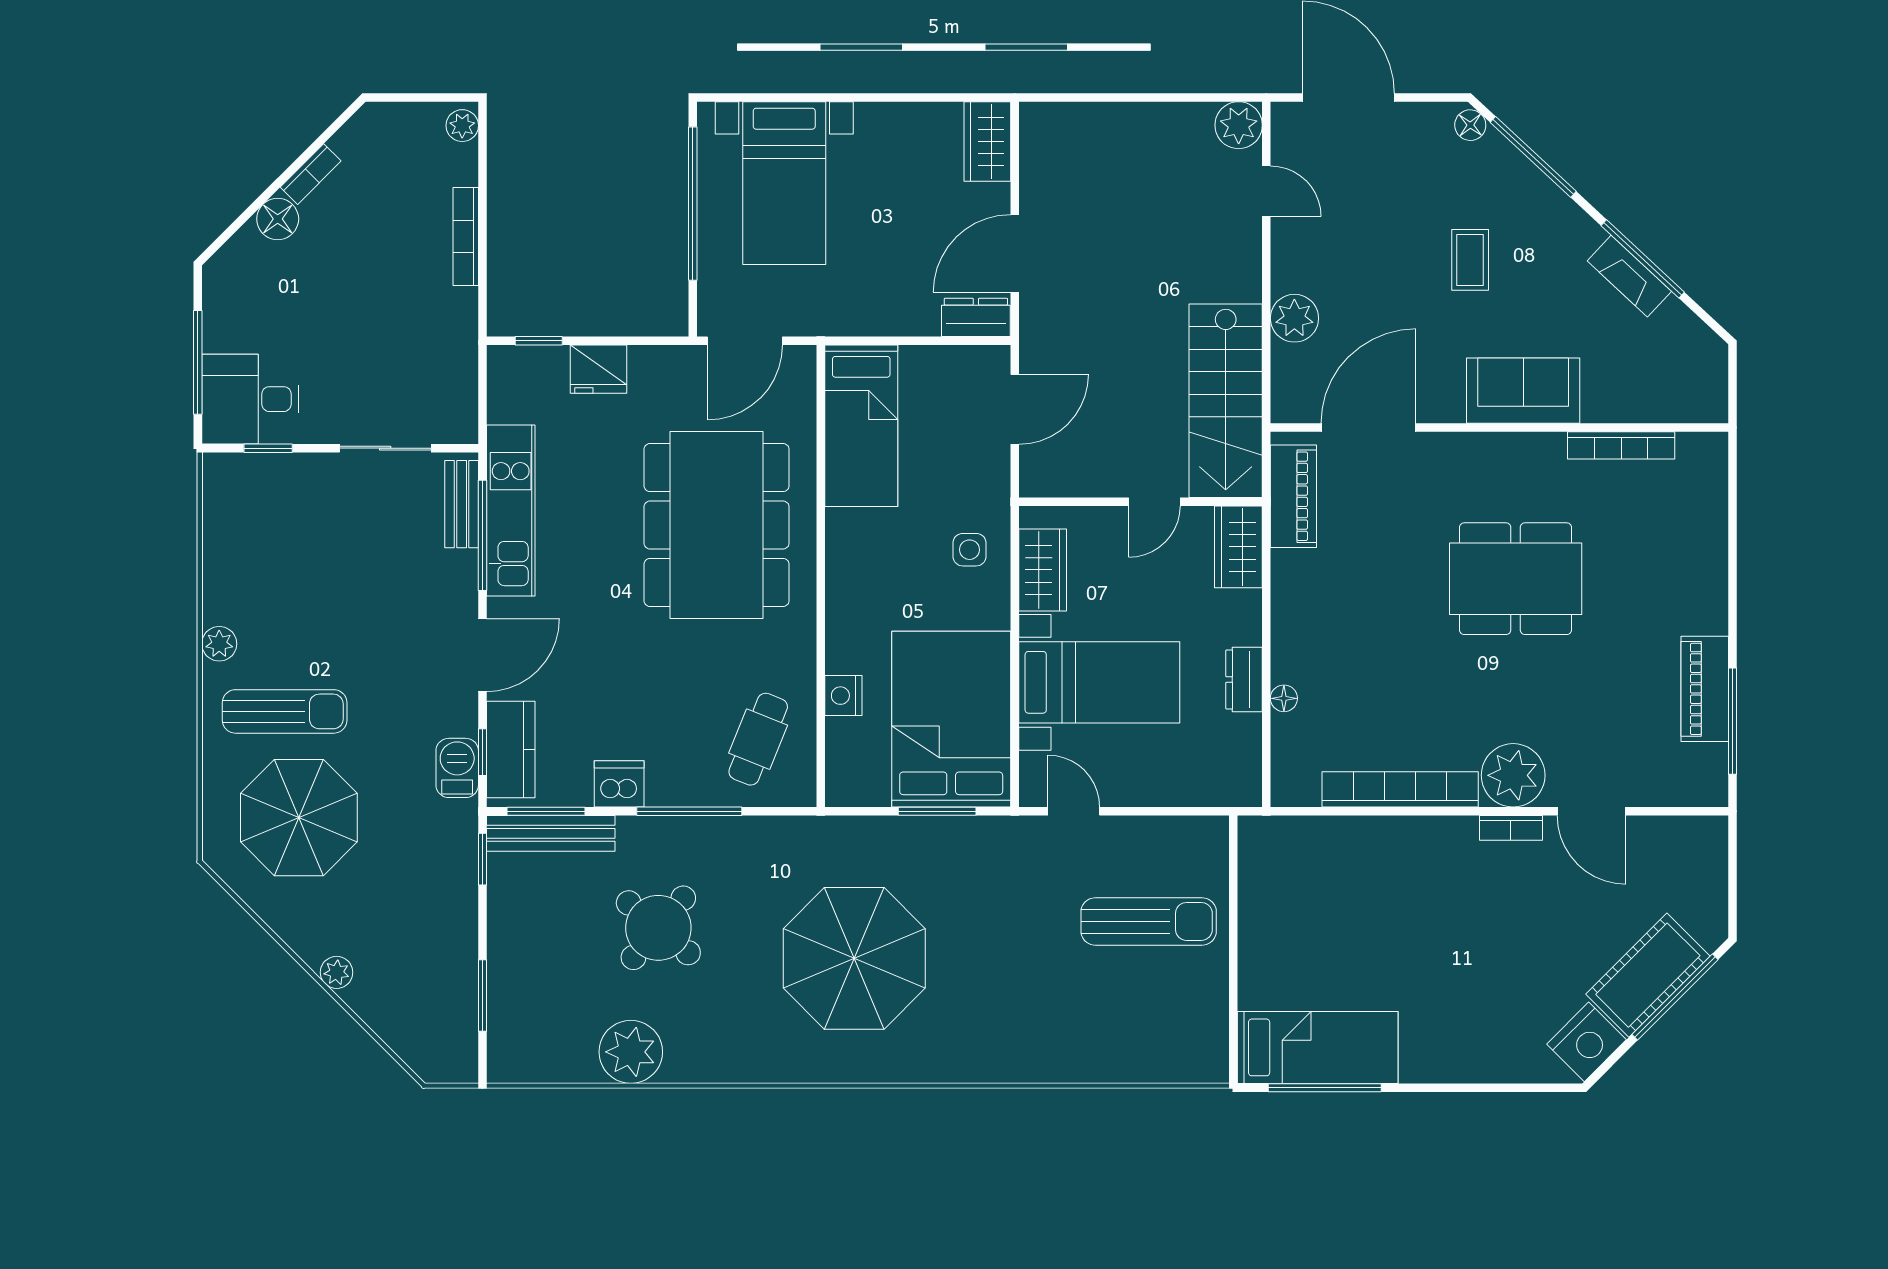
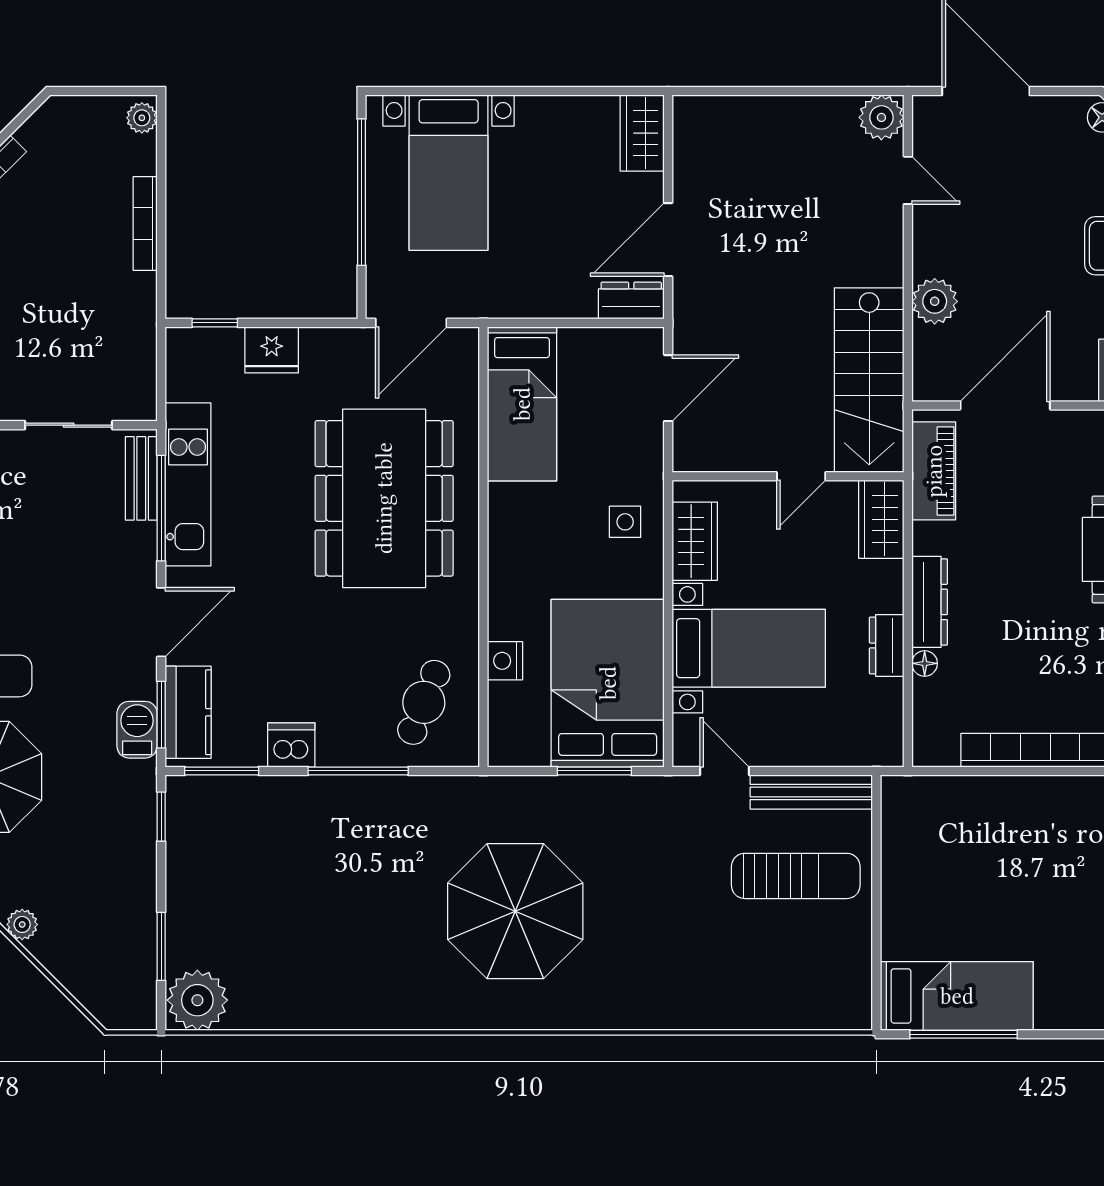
dresser: (1289, 634) -> (930, 602), added
window: (482, 752) -> (161, 715), width x1.50
bench: (551, 833) -> (811, 792), moved
round table: (658, 928) -> (329, 882), removed
plant: (631, 1052) -> (197, 1000), moved

